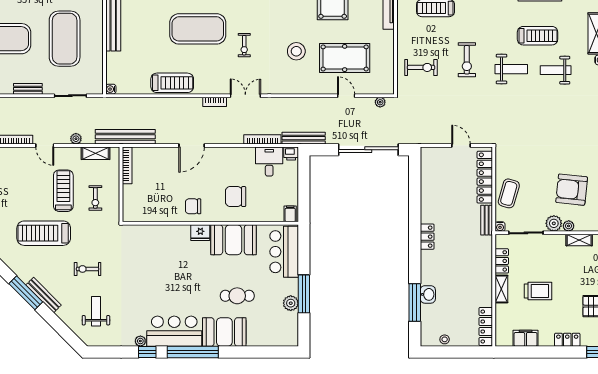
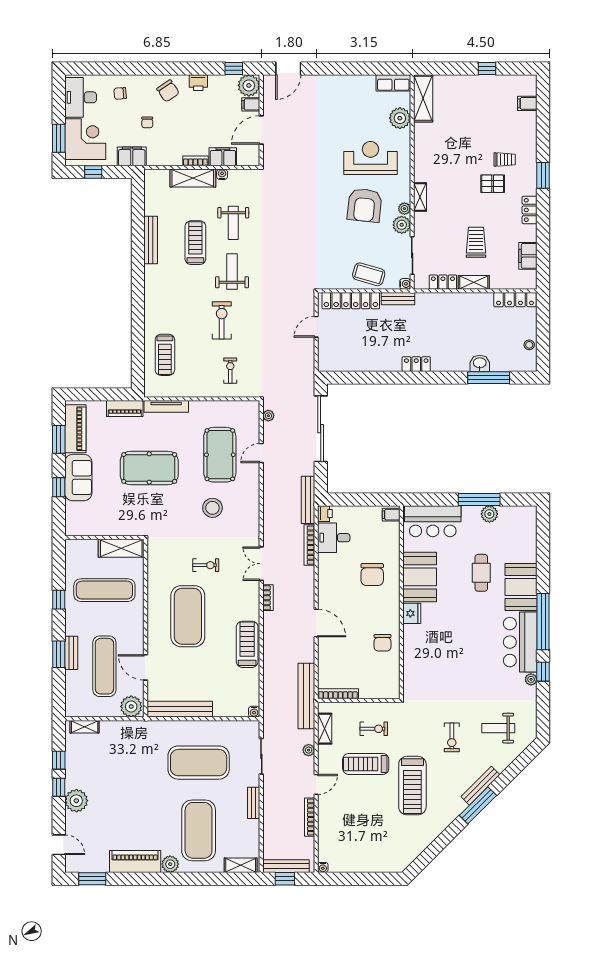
exercise bike: (467, 60) -> (222, 320), turned -90
exercise bike: (421, 67) -> (230, 371), width x0.73, depth x0.72
chair: (193, 206) -> (383, 643), moved

